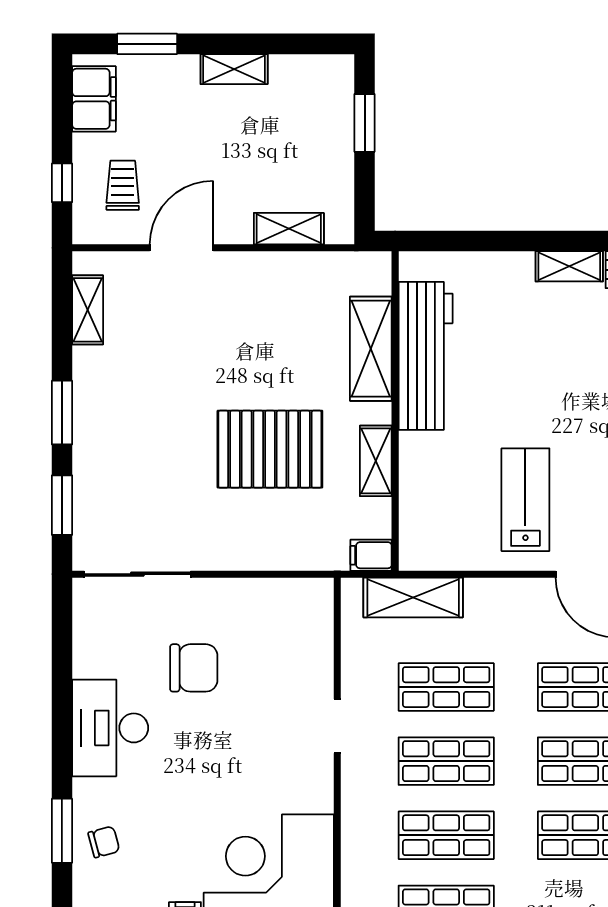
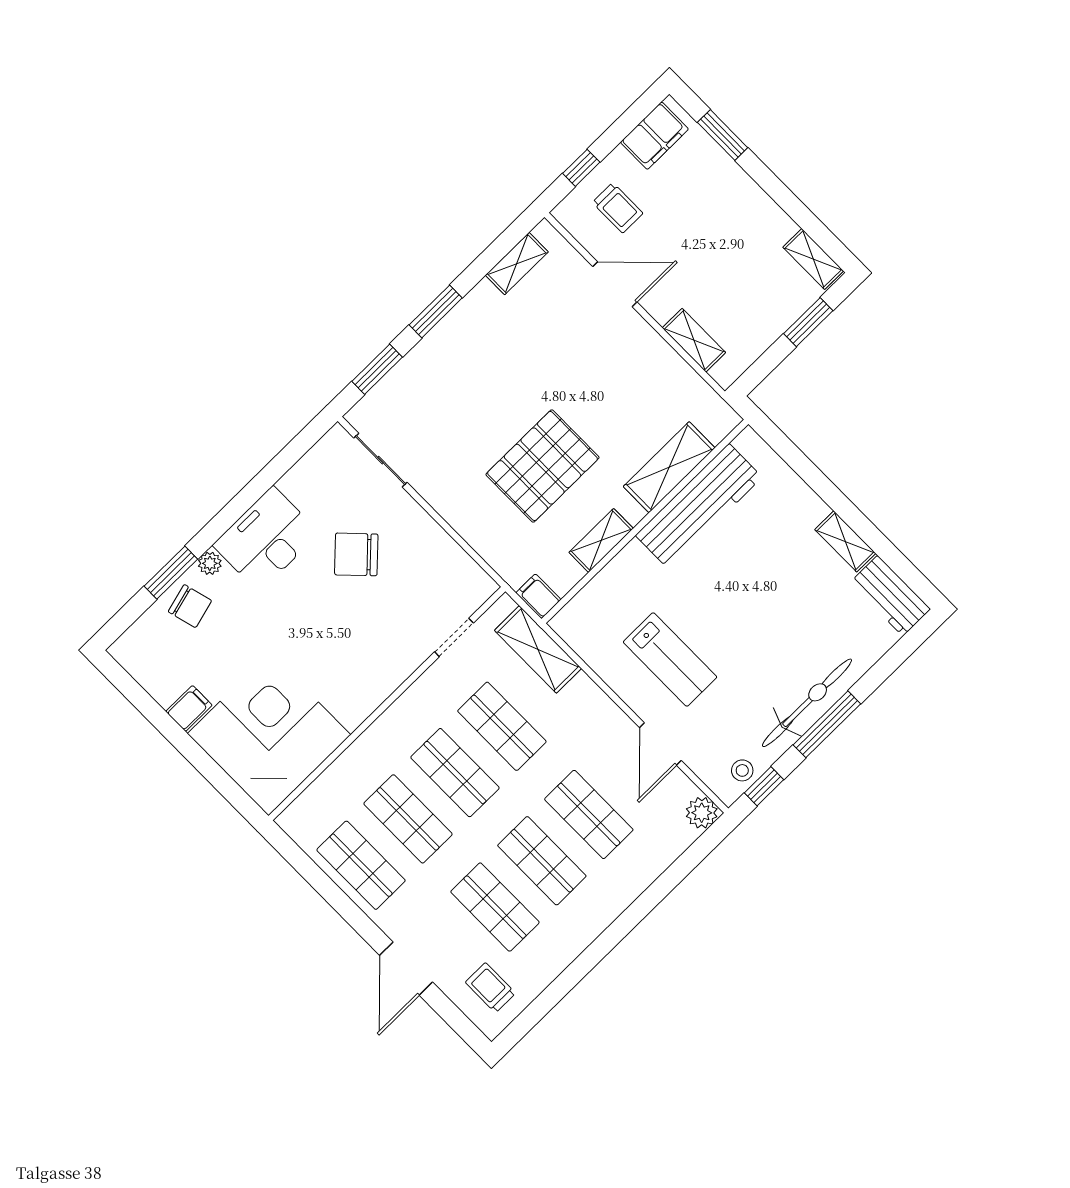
shelving: (234, 69) -> (813, 259), moved
trolley: (123, 185) -> (618, 208), turned 90
pallet: (270, 449) -> (542, 466), turned 90
lab bench: (525, 500) -> (670, 659), turned 90
sliding door: (137, 574) -> (380, 460), width x0.73
chair: (194, 668) -> (356, 554), turned 136
doorway: (337, 726) -> (454, 637), moved
plant: (85, 792) -> (210, 563), added
chair: (104, 842) -> (190, 606), width x1.37, depth x1.37

